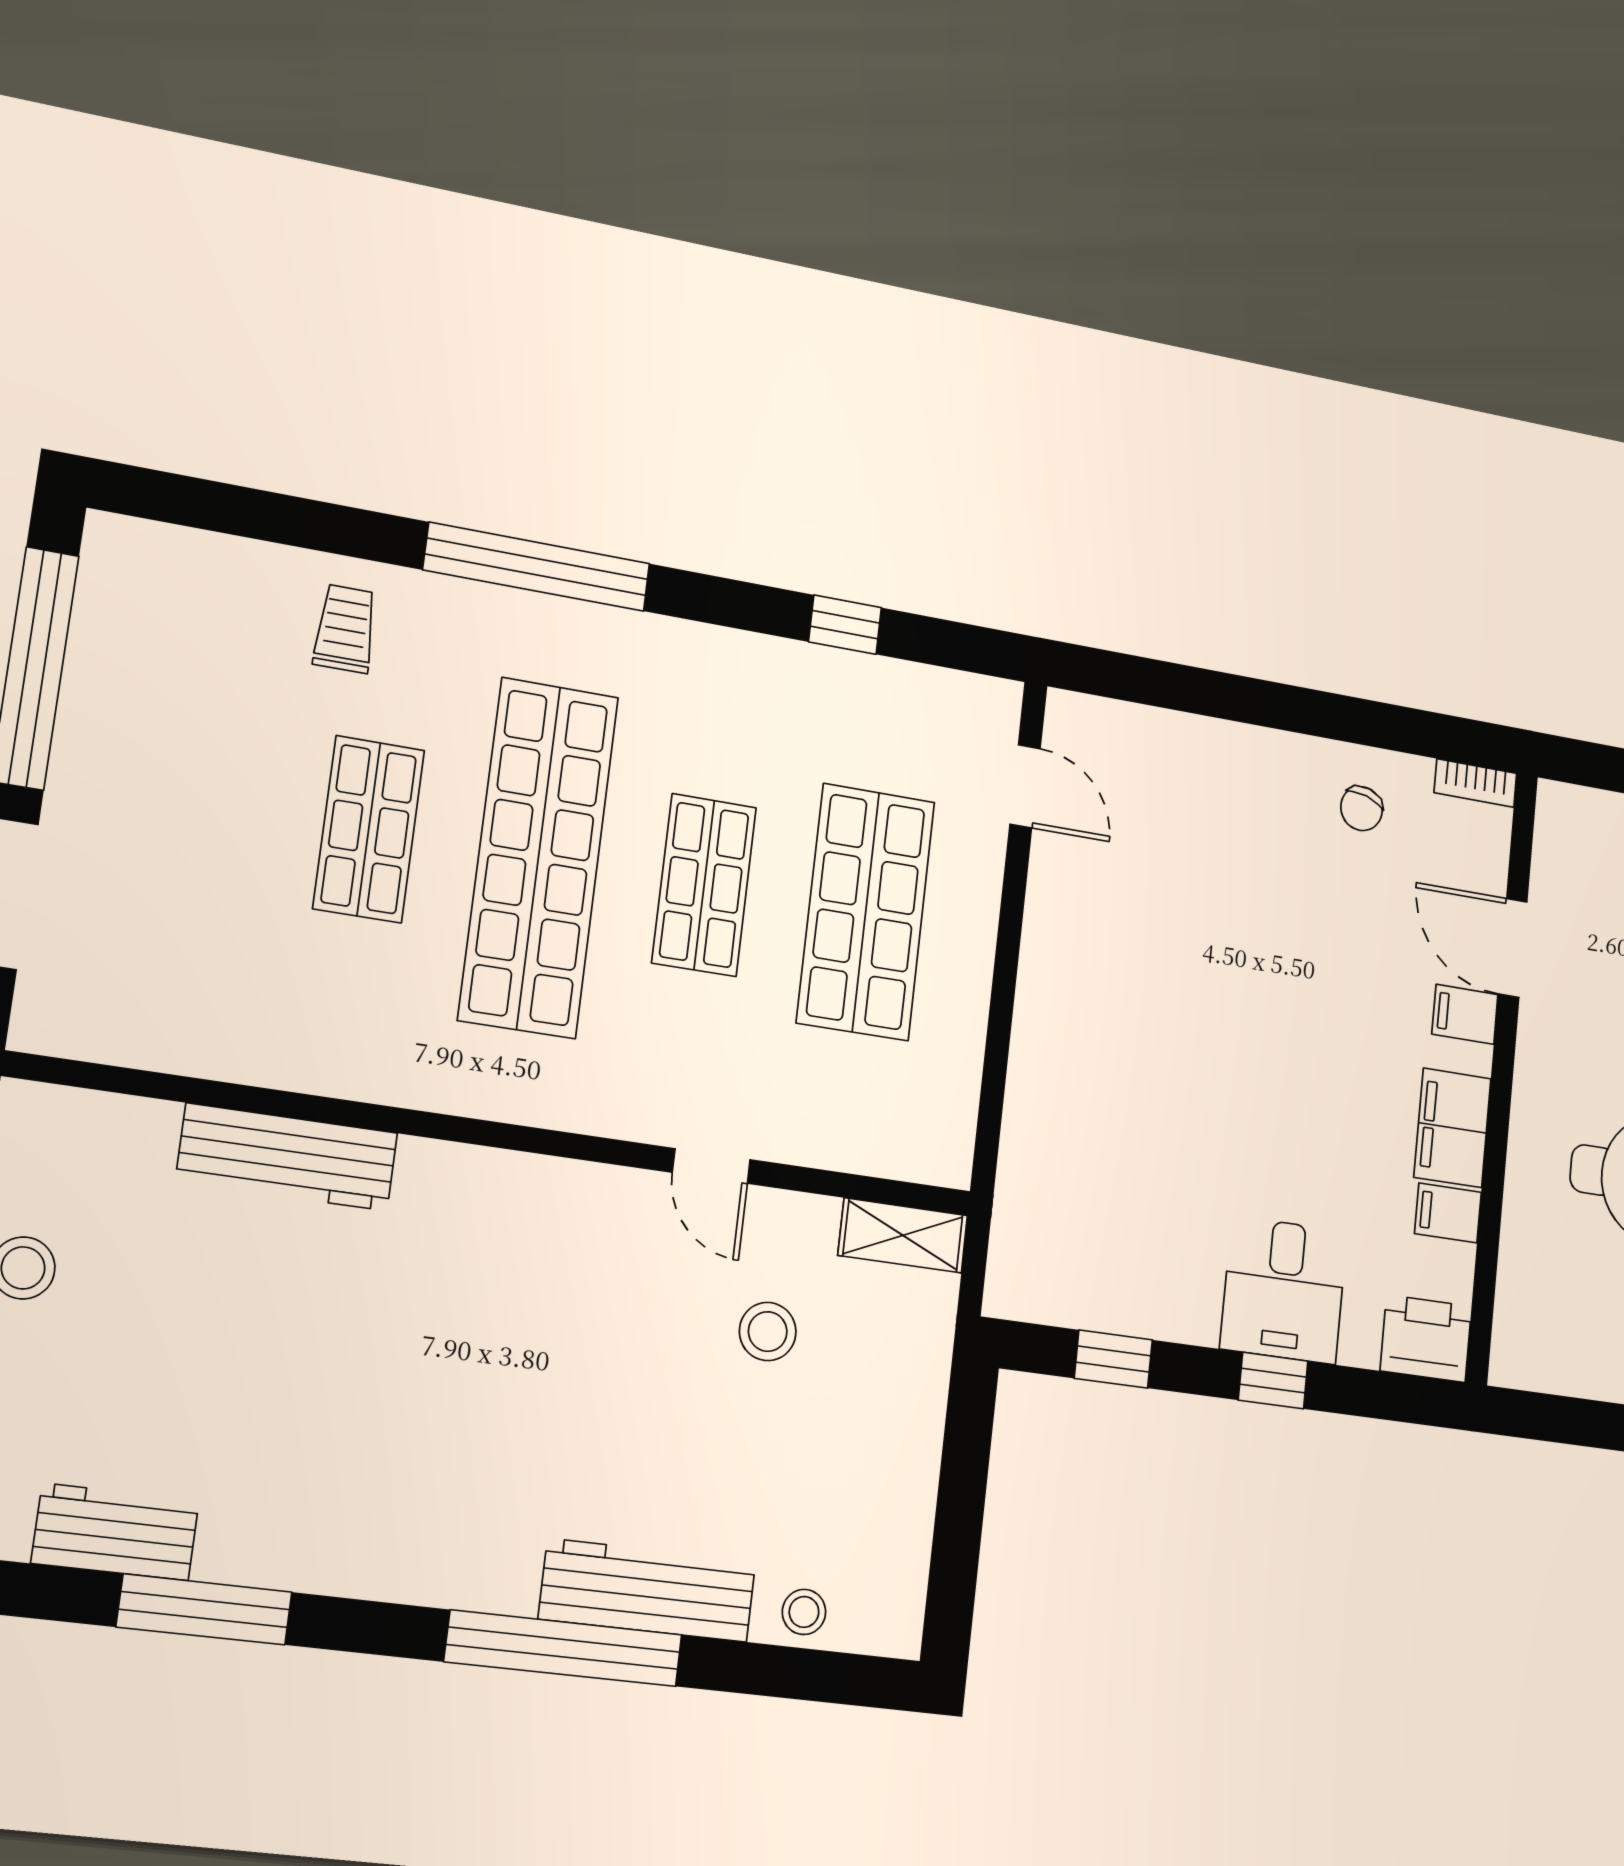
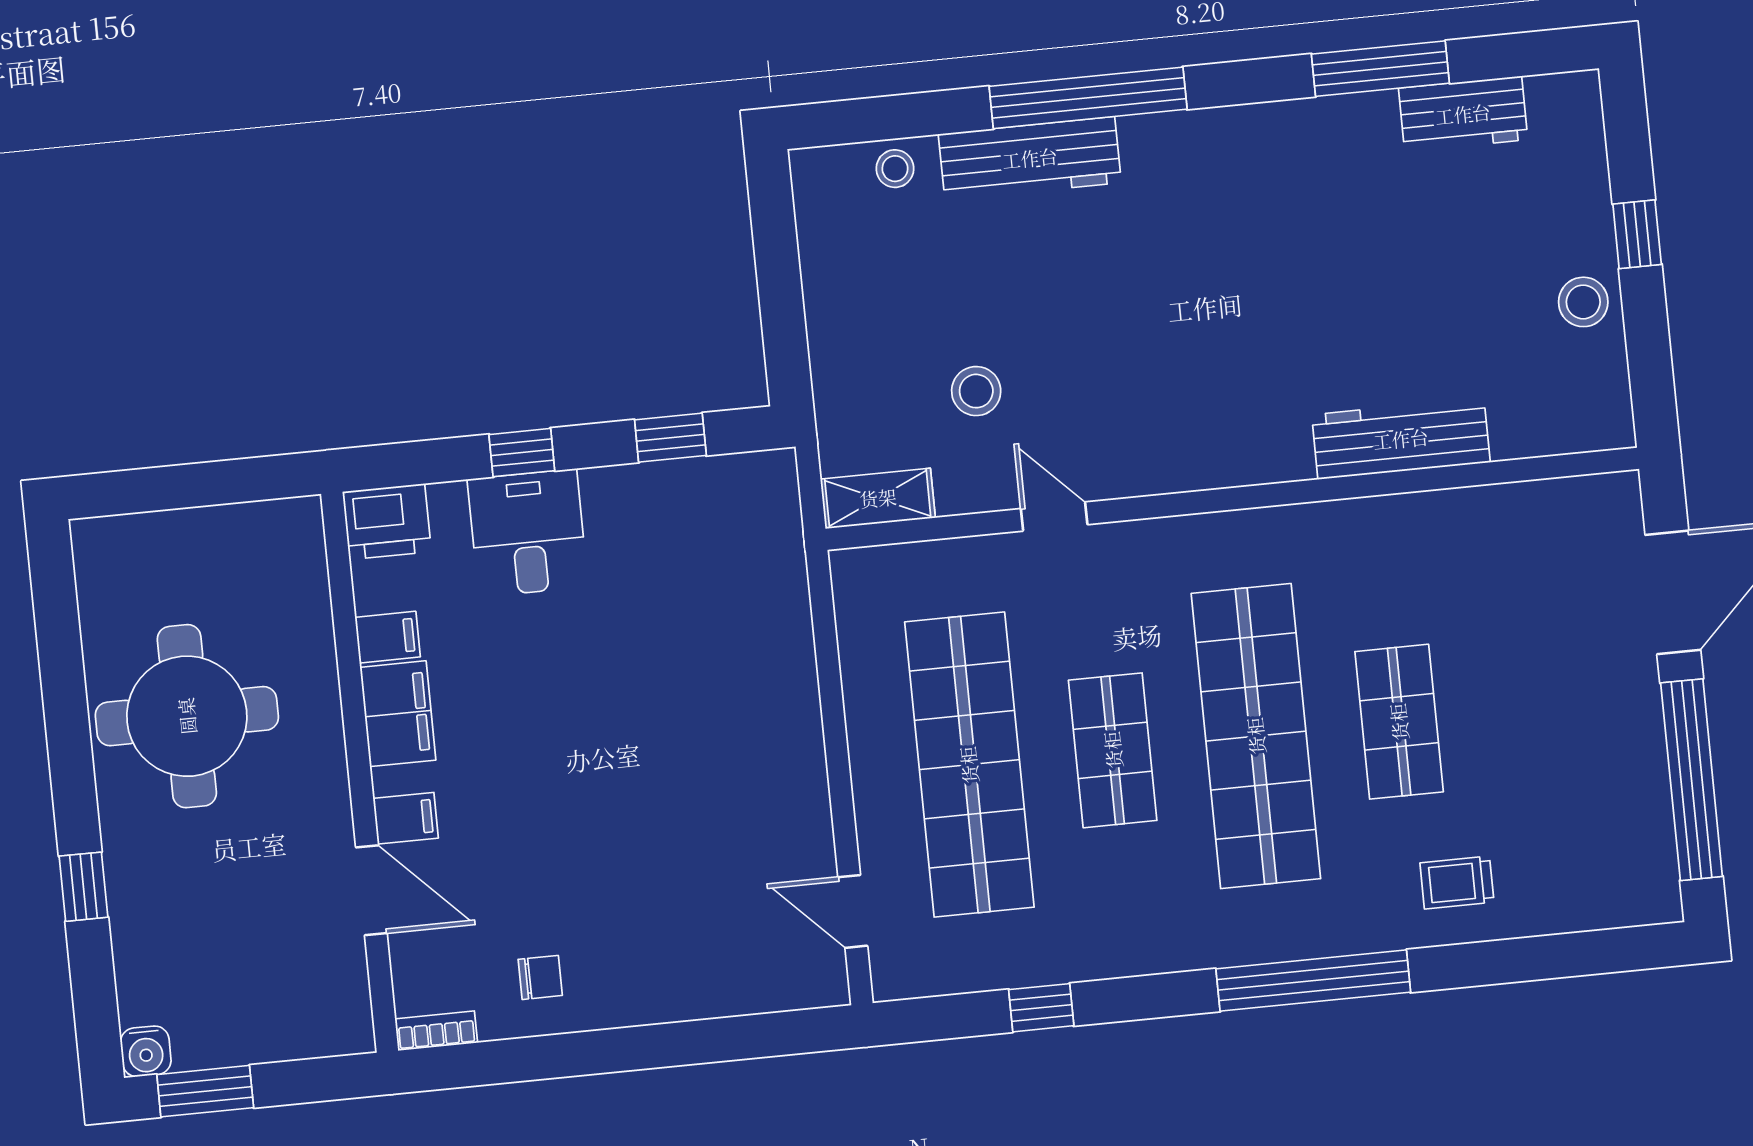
trolley: (345, 629) -> (1457, 882), turned 90
chair: (1361, 809) -> (540, 977), turned 73
shop shelf: (866, 912) -> (969, 765), width x1.40

